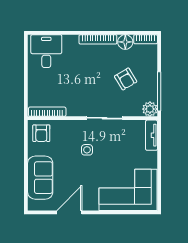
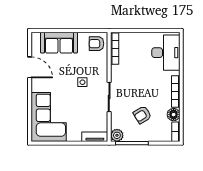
desk: (46, 51) -> (166, 53), width x1.37

